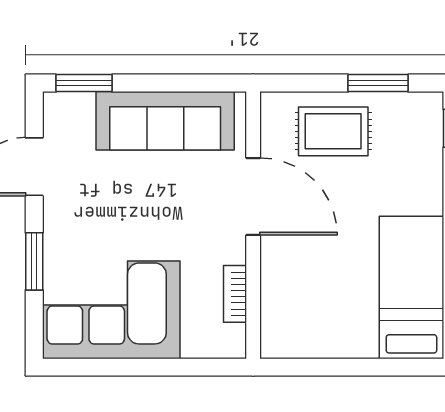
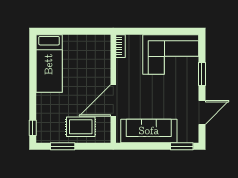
door: (253, 196) -> (113, 100), hinge flipped
bookcase: (235, 294) -> (121, 46), moved

